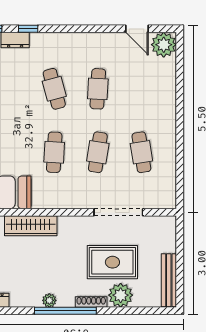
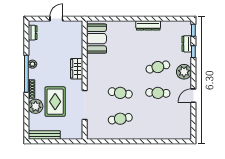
door: (137, 29) -> (193, 96), moved
plant: (164, 45) -> (184, 72), moved
cafe table: (54, 152) -> (120, 67), removed
wardrobe: (31, 226) -> (77, 69), moved, width x0.67

